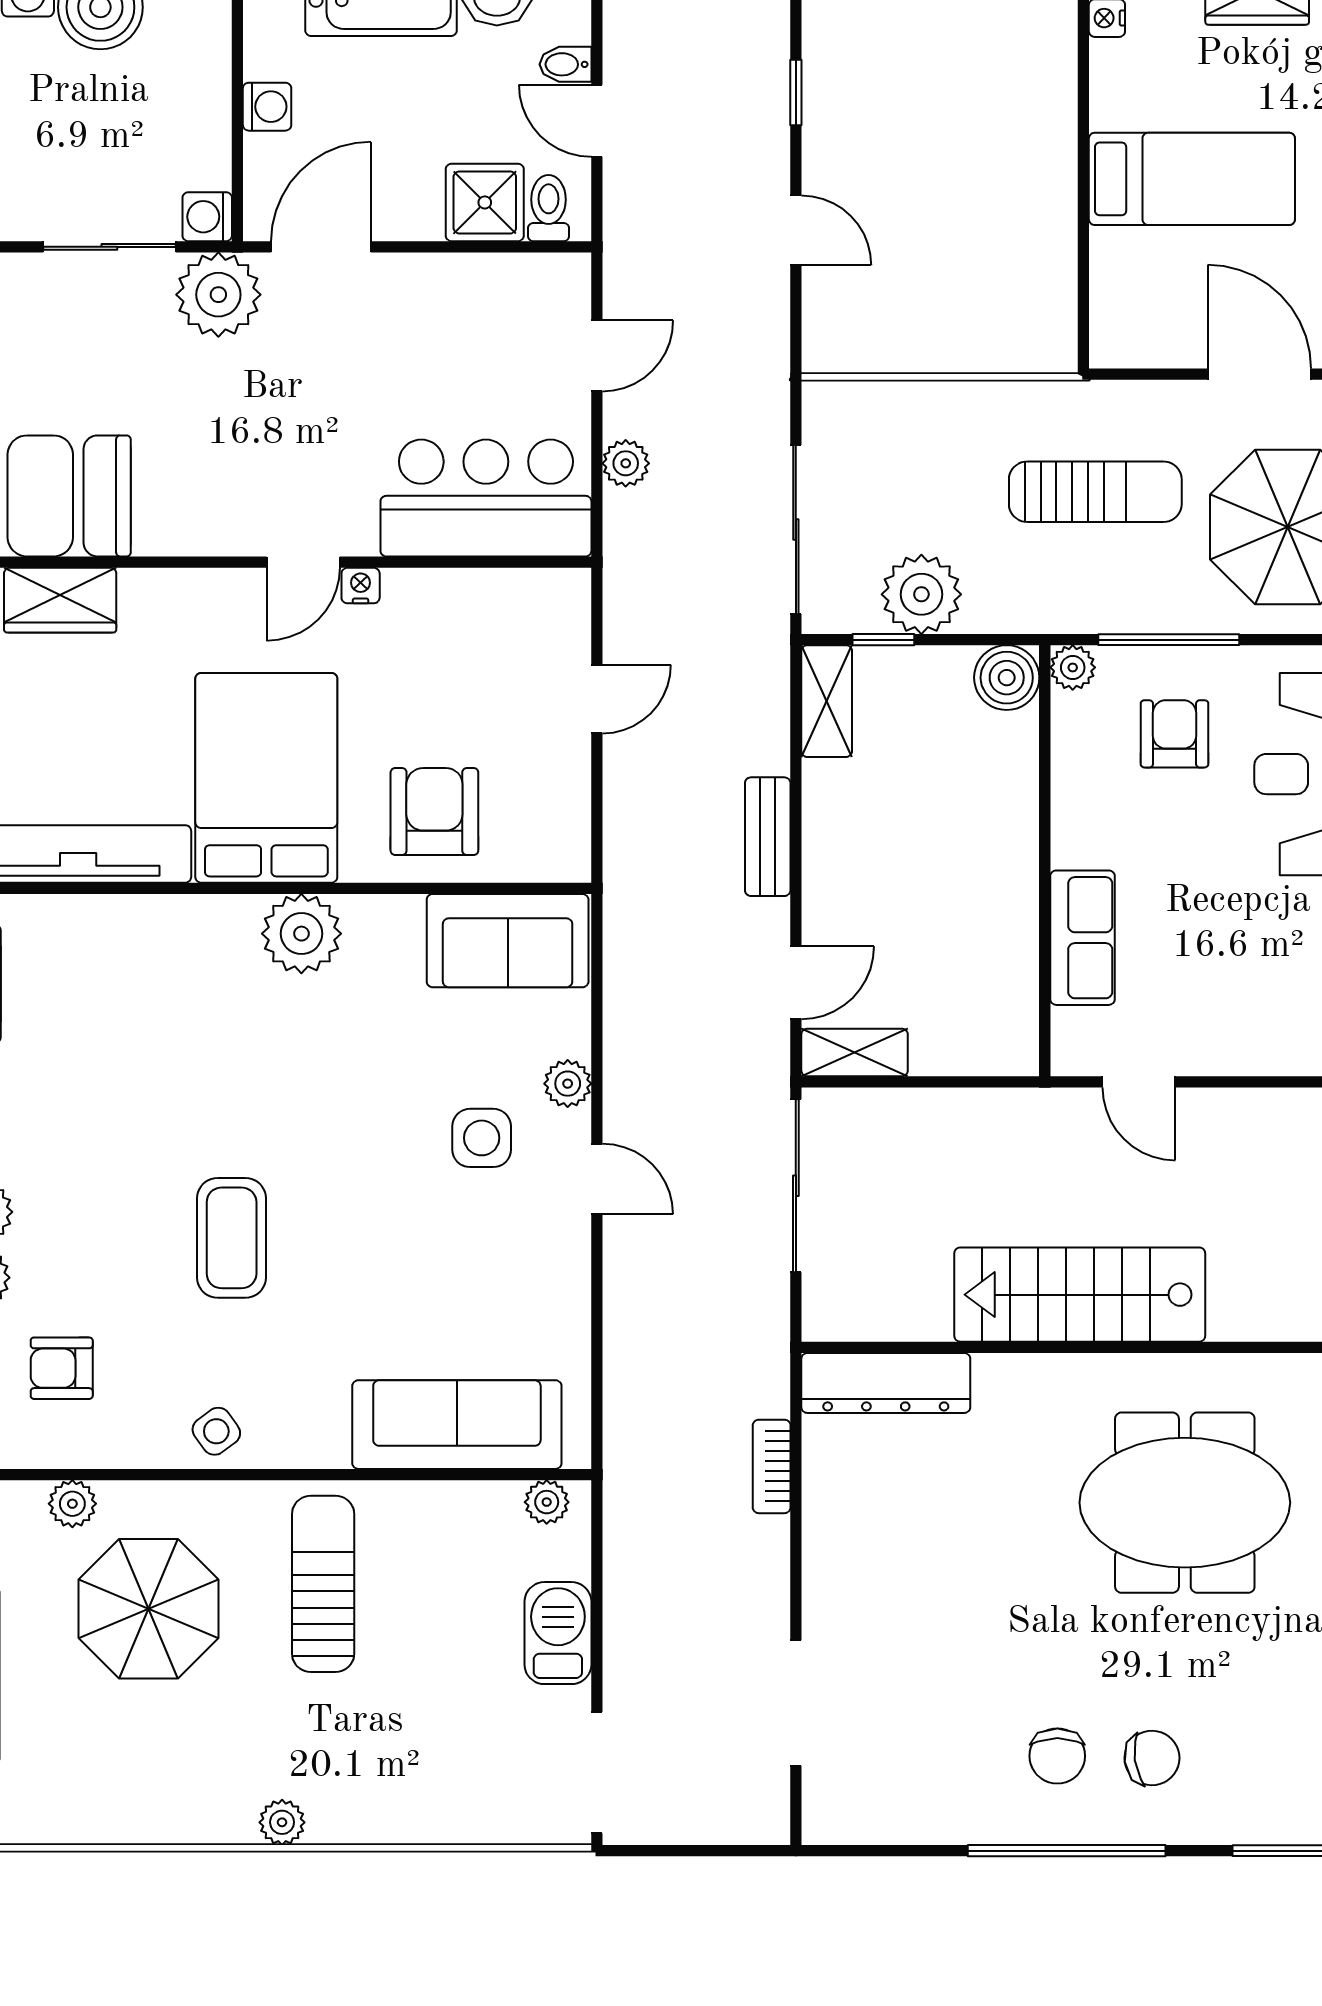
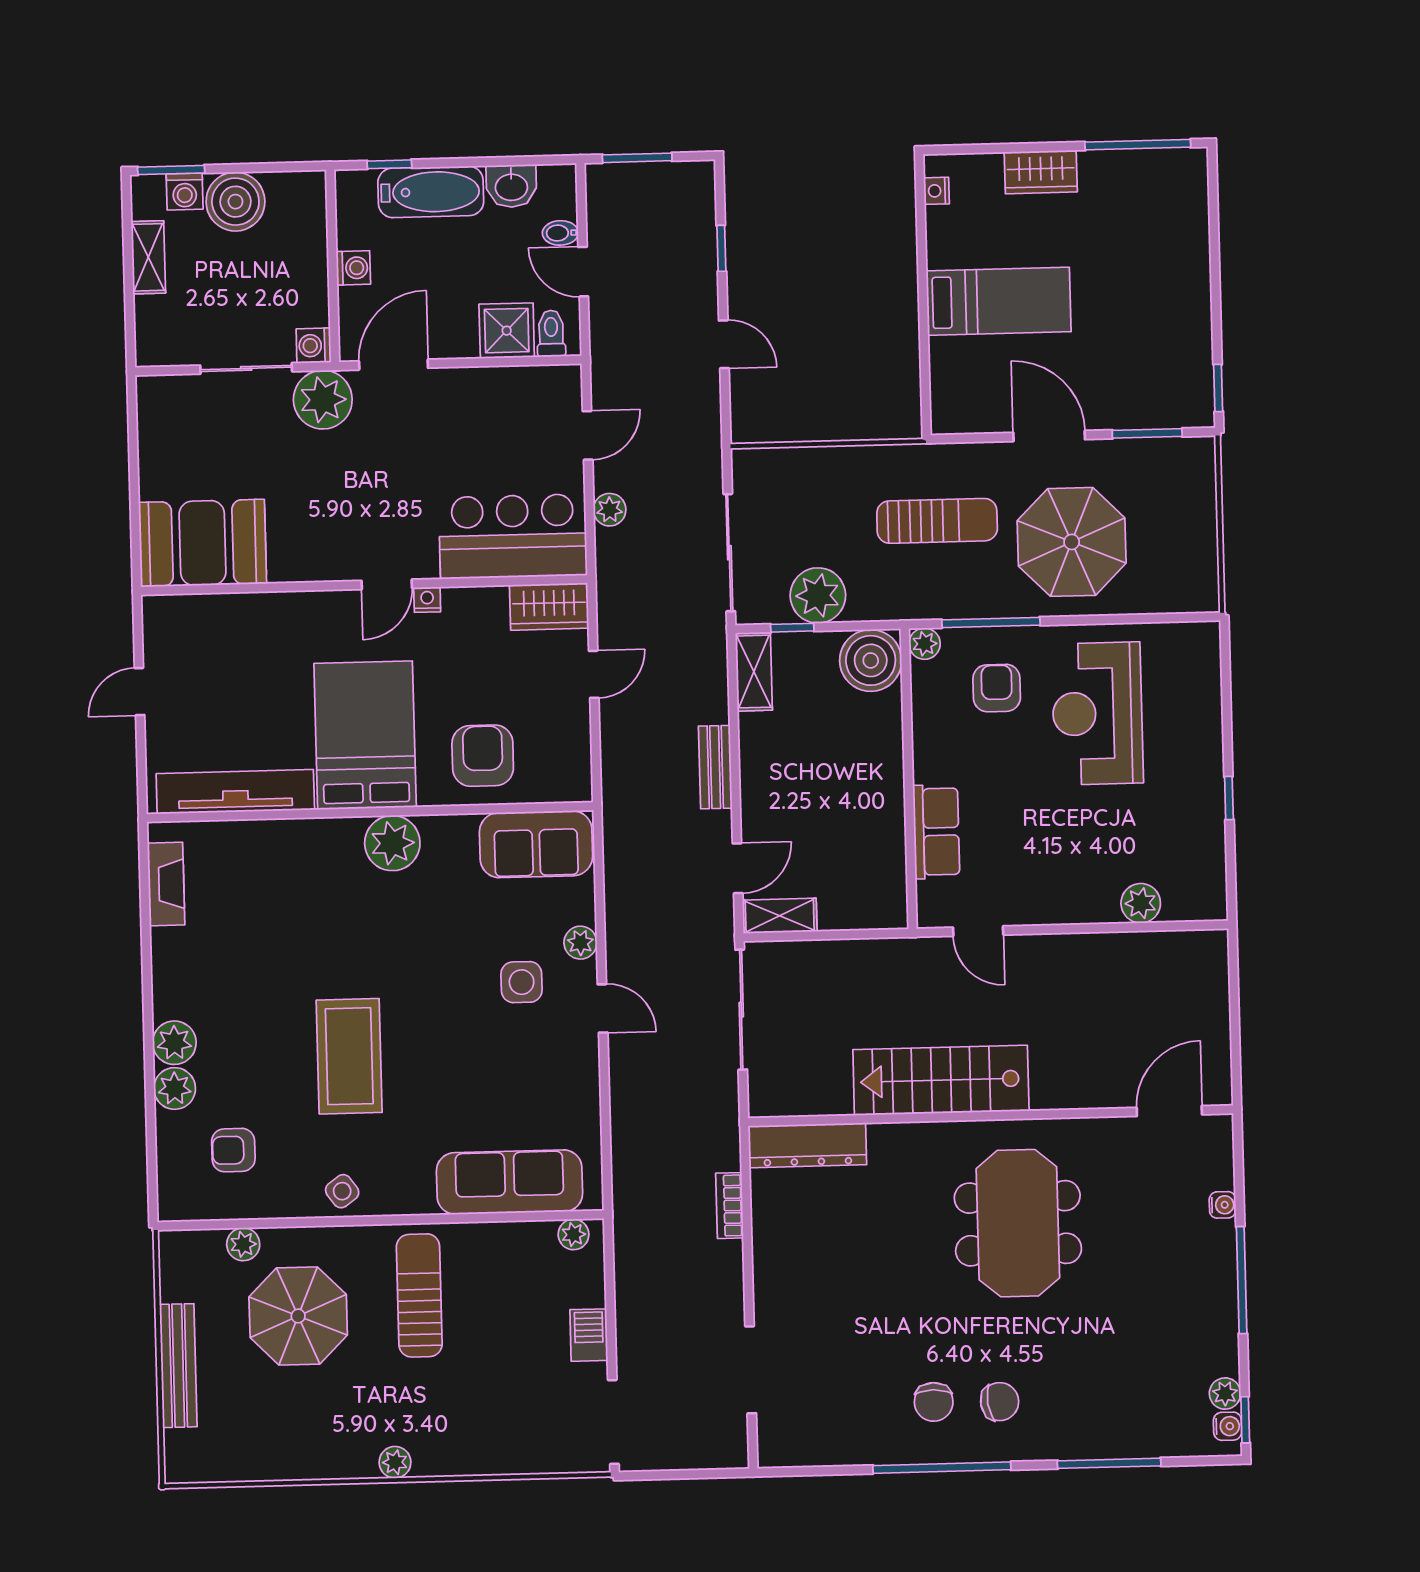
wardrobe: (60, 600) -> (549, 607), moved
boiler: (1007, 678) -> (871, 660), width x1.37, depth x1.37
coffee table: (232, 1238) -> (349, 1056), width x1.36, depth x1.32
meeting table: (1185, 1503) -> (1018, 1223), turned 90
barbecue: (558, 1633) -> (589, 1335), width x0.73, depth x0.79

